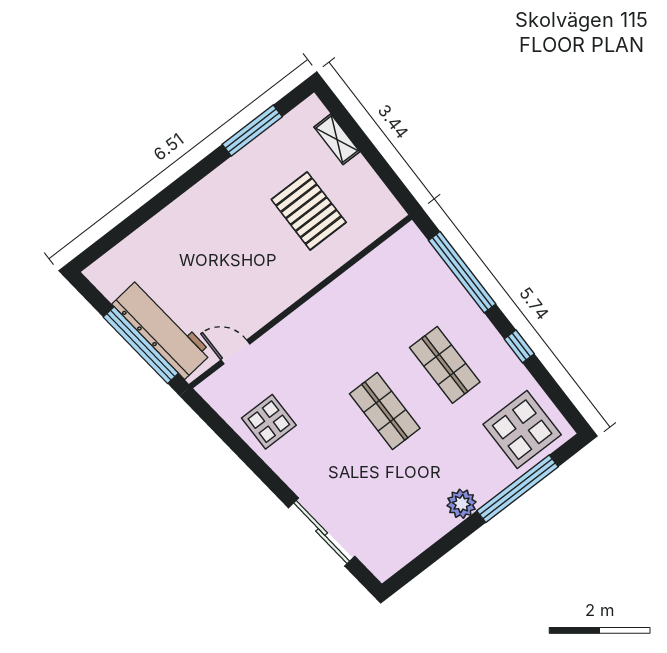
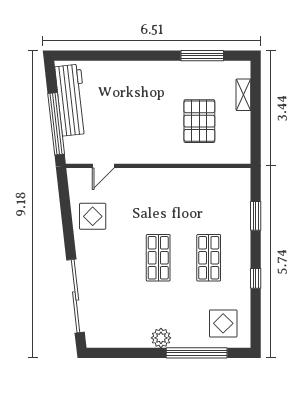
window: (462, 272) -> (256, 216), width x0.47
workbench: (162, 329) -> (71, 100), moved
door: (235, 352) -> (103, 166), swing flipped
display table: (522, 430) -> (223, 323), width x0.73, depth x0.73
sliding door: (322, 532) -> (76, 296), width x1.36

